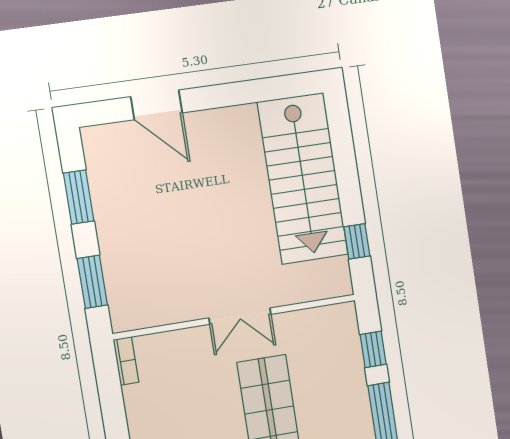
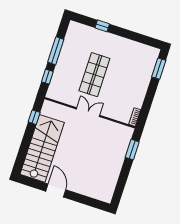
door: (157, 105) -> (56, 190), moved
window: (79, 197) -> (122, 180), removed

